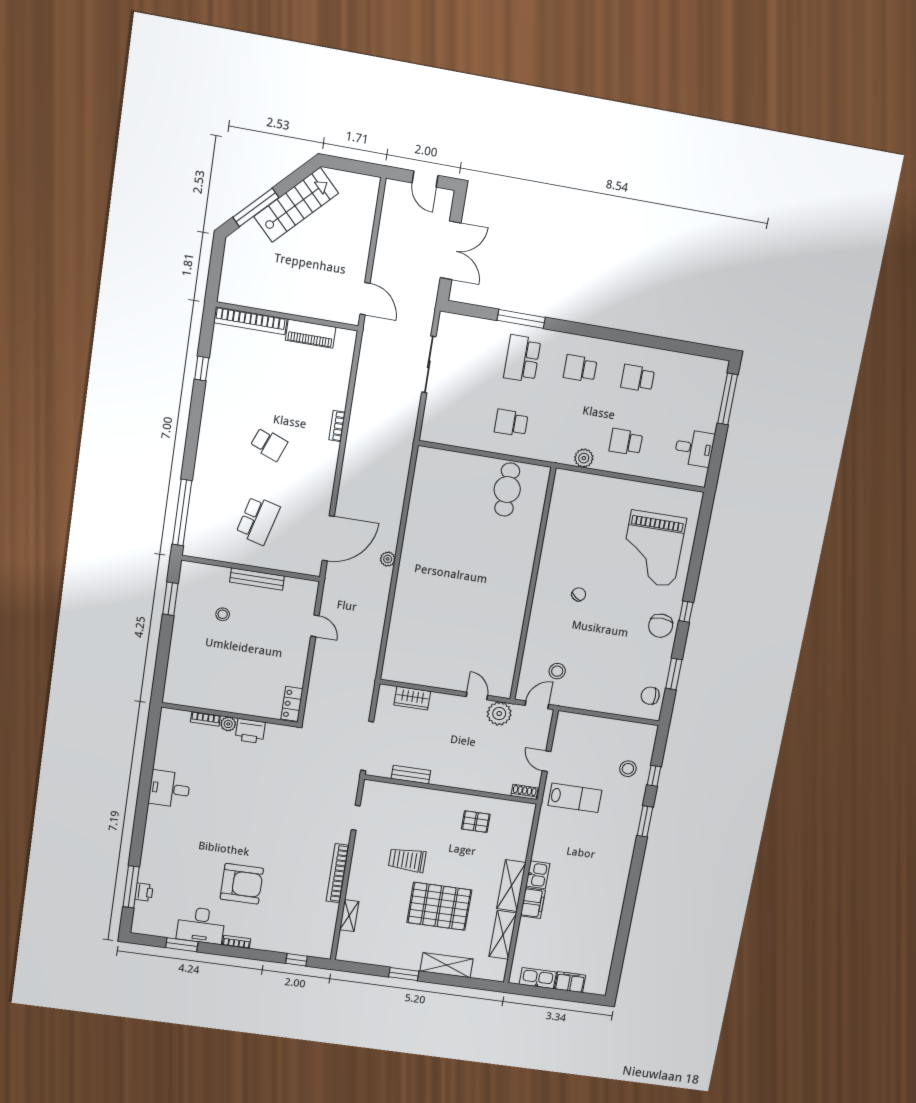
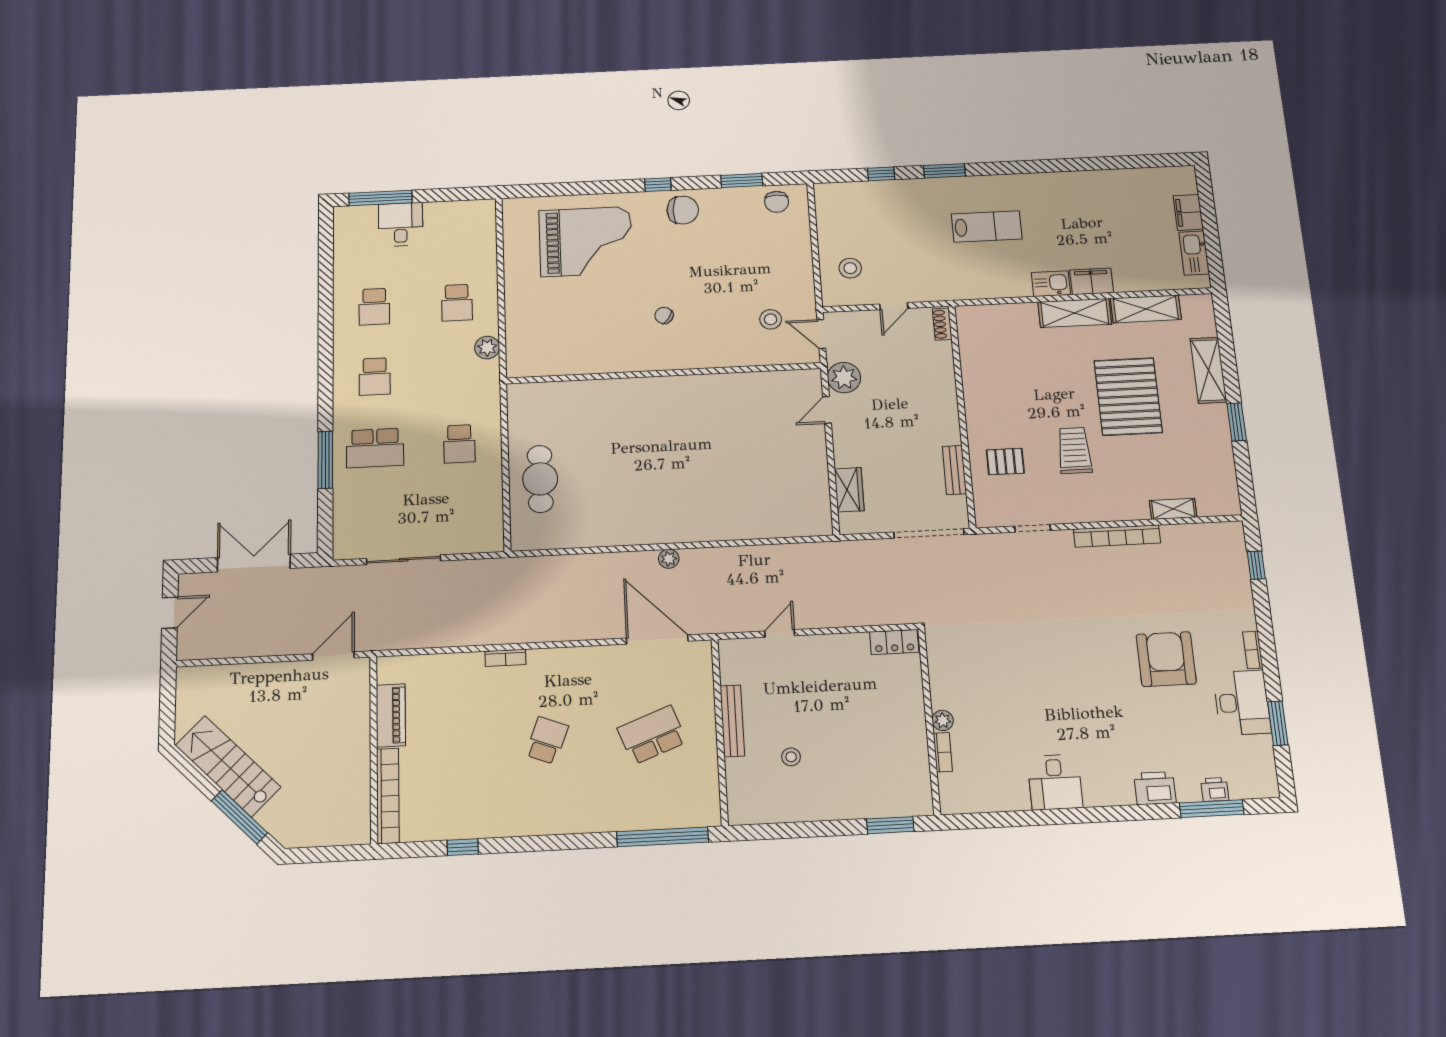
desk: (694, 448) -> (401, 224), moved
cafe table: (507, 490) -> (540, 479), moved, turned 90
school desk: (258, 520) -> (652, 735), turned -36
window: (170, 599) -> (890, 825), moved
printer: (250, 731) -> (1155, 788), moved, turned -90
stool: (628, 769) -> (850, 268), moved
lab bench: (575, 798) -> (987, 226), moved, turned 90
pallet: (476, 822) -> (1005, 462), moved, turned 90
trolley: (407, 860) -> (1074, 451), turned 180

